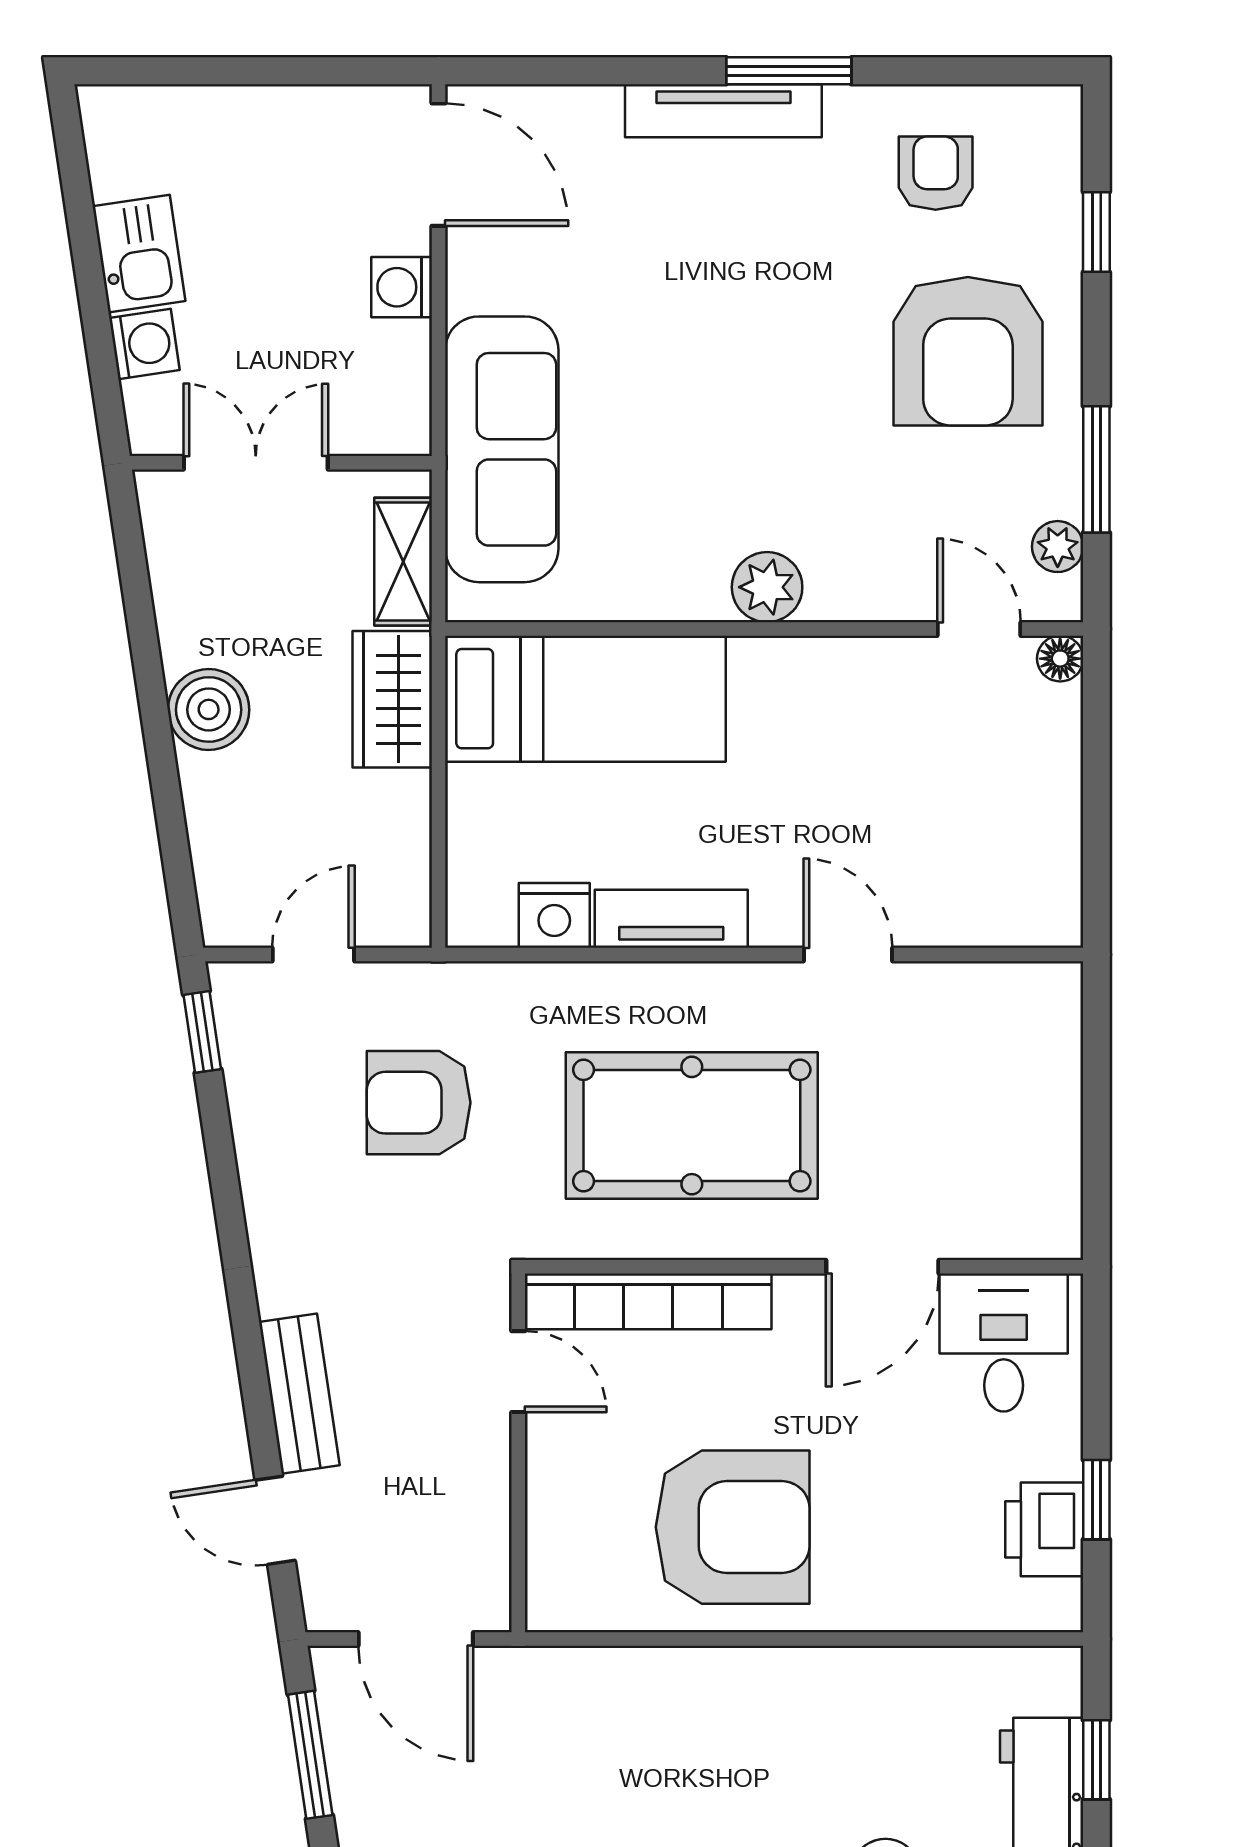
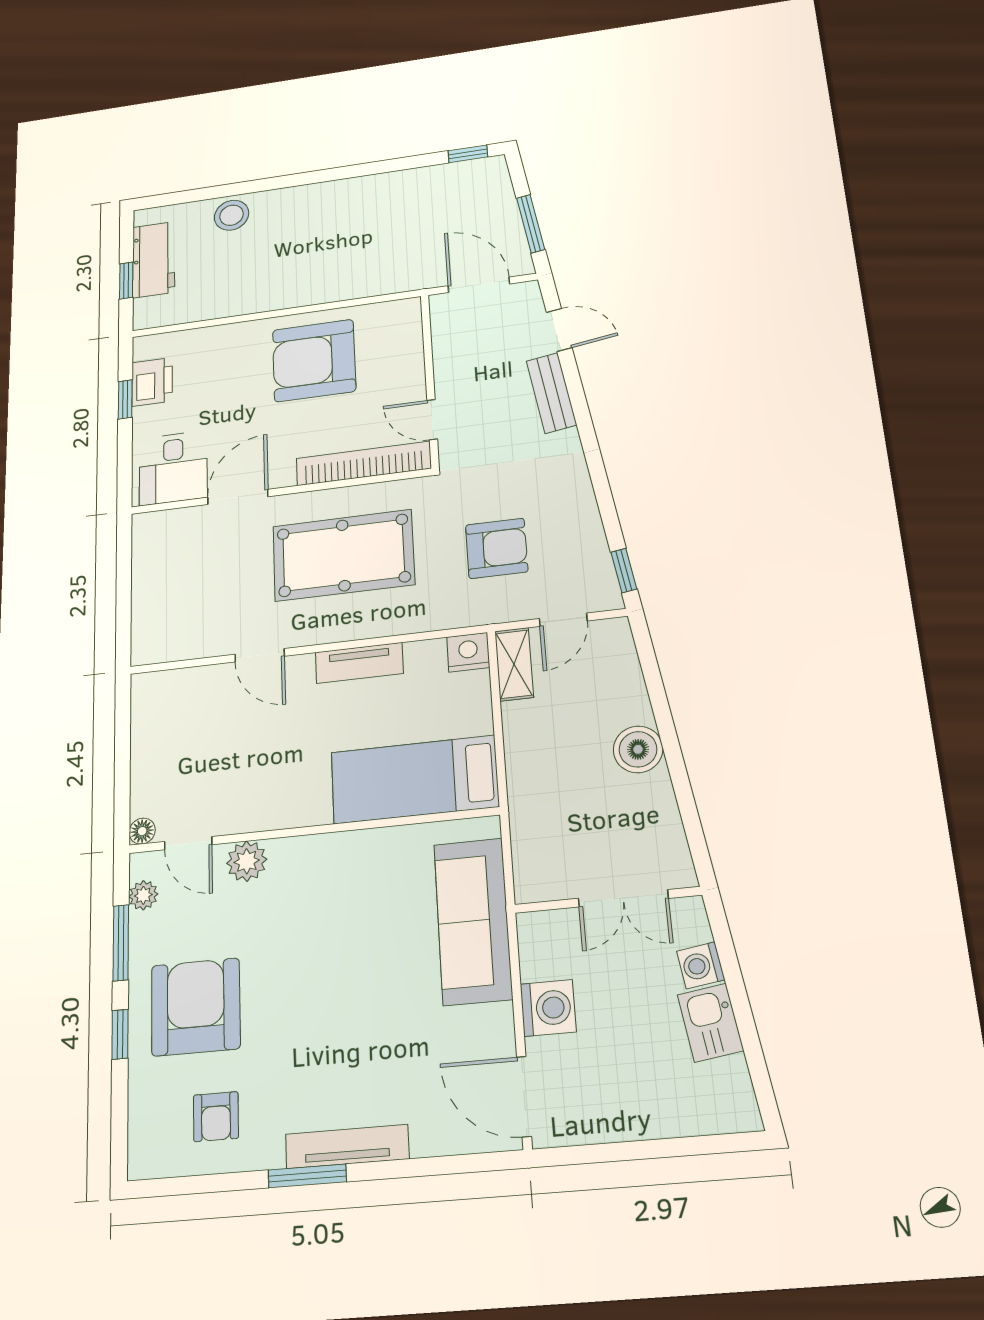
window: (1096, 232) -> (120, 1034), moved
washing machine: (402, 287) -> (548, 1008), width x1.38, depth x1.38
shelving: (403, 562) -> (514, 664), moved
plant: (767, 587) -> (247, 861), moved
wardrobe: (392, 699) -> (528, 767), removed
nightstand: (554, 915) -> (468, 652), moved

